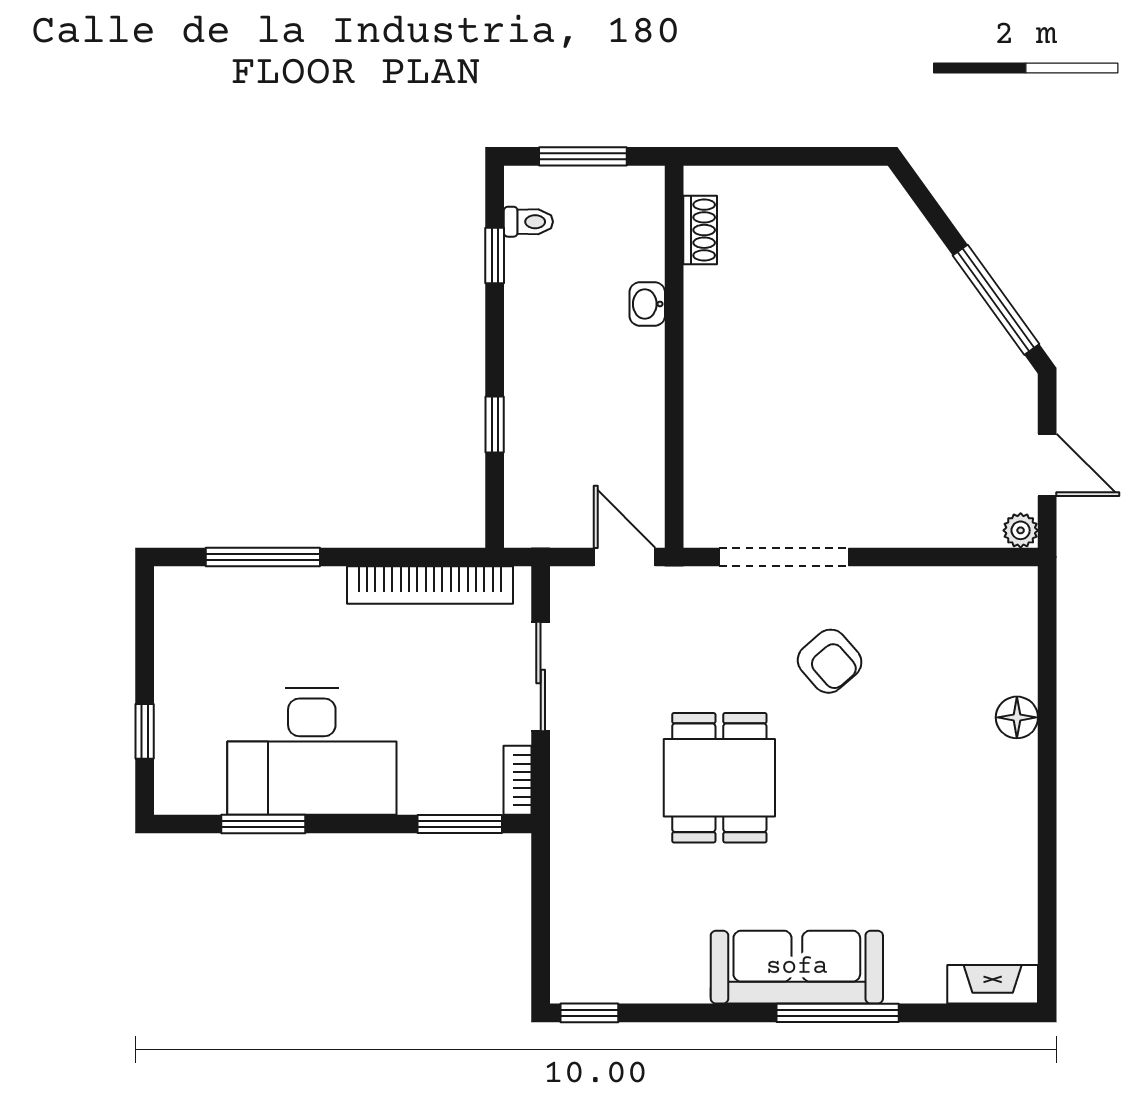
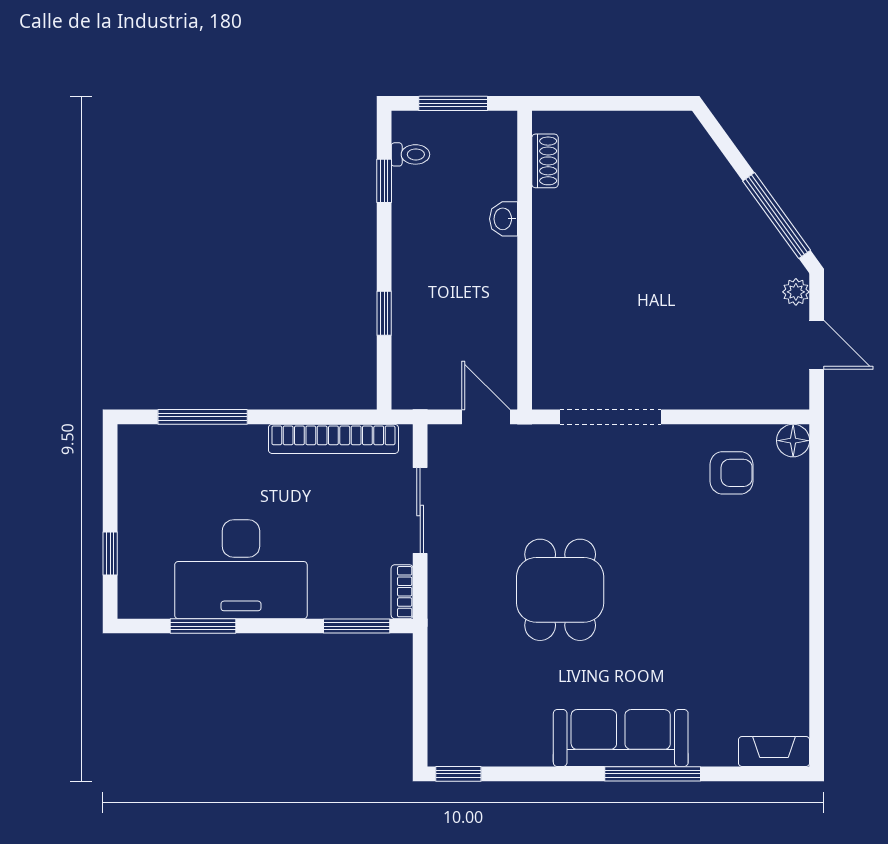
plant: (1021, 530) -> (796, 292), moved
armchair: (830, 661) -> (731, 473), moved, turned -49
floor lamp: (1017, 717) -> (793, 441), moved

